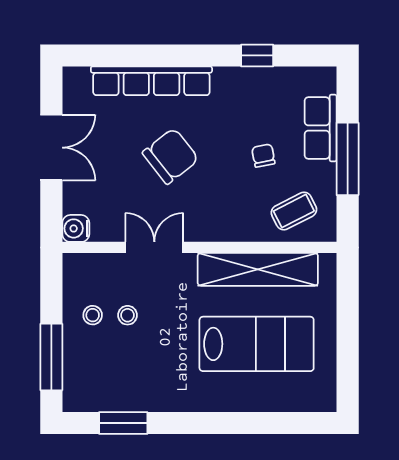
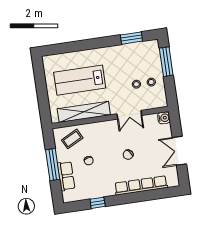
chair: (171, 156) -> (128, 155), width x0.54, depth x0.54

